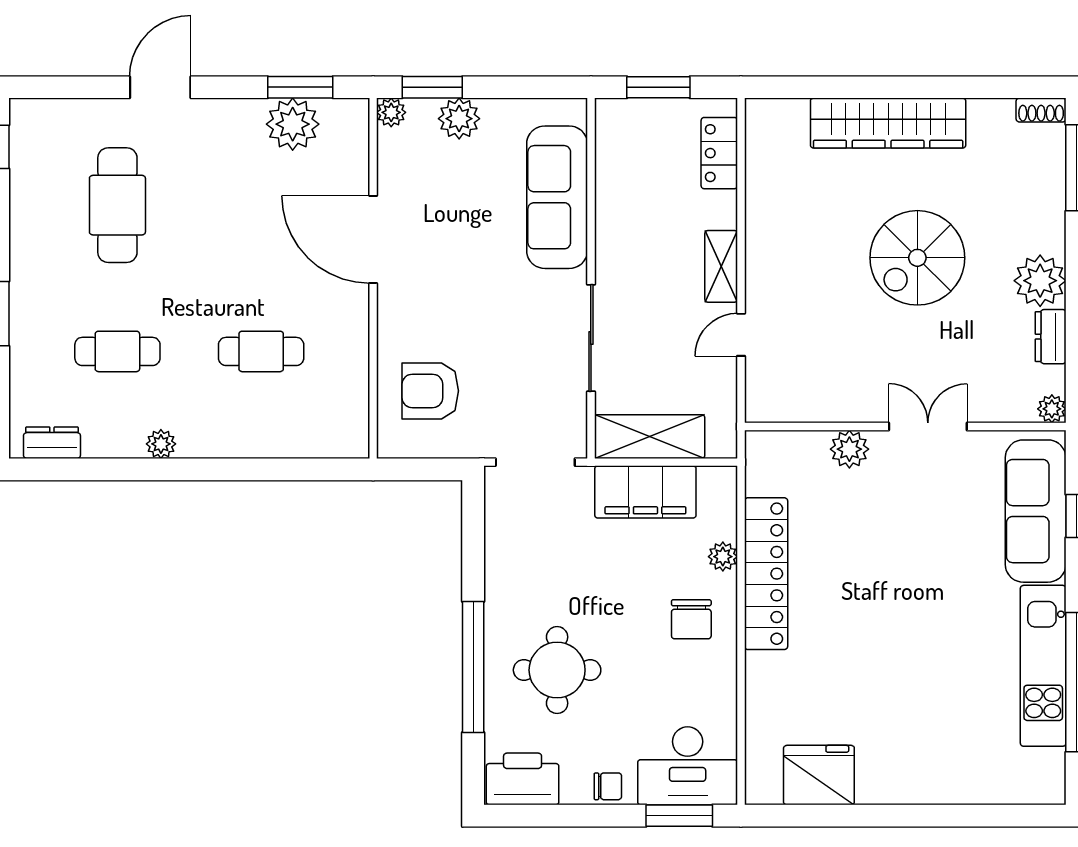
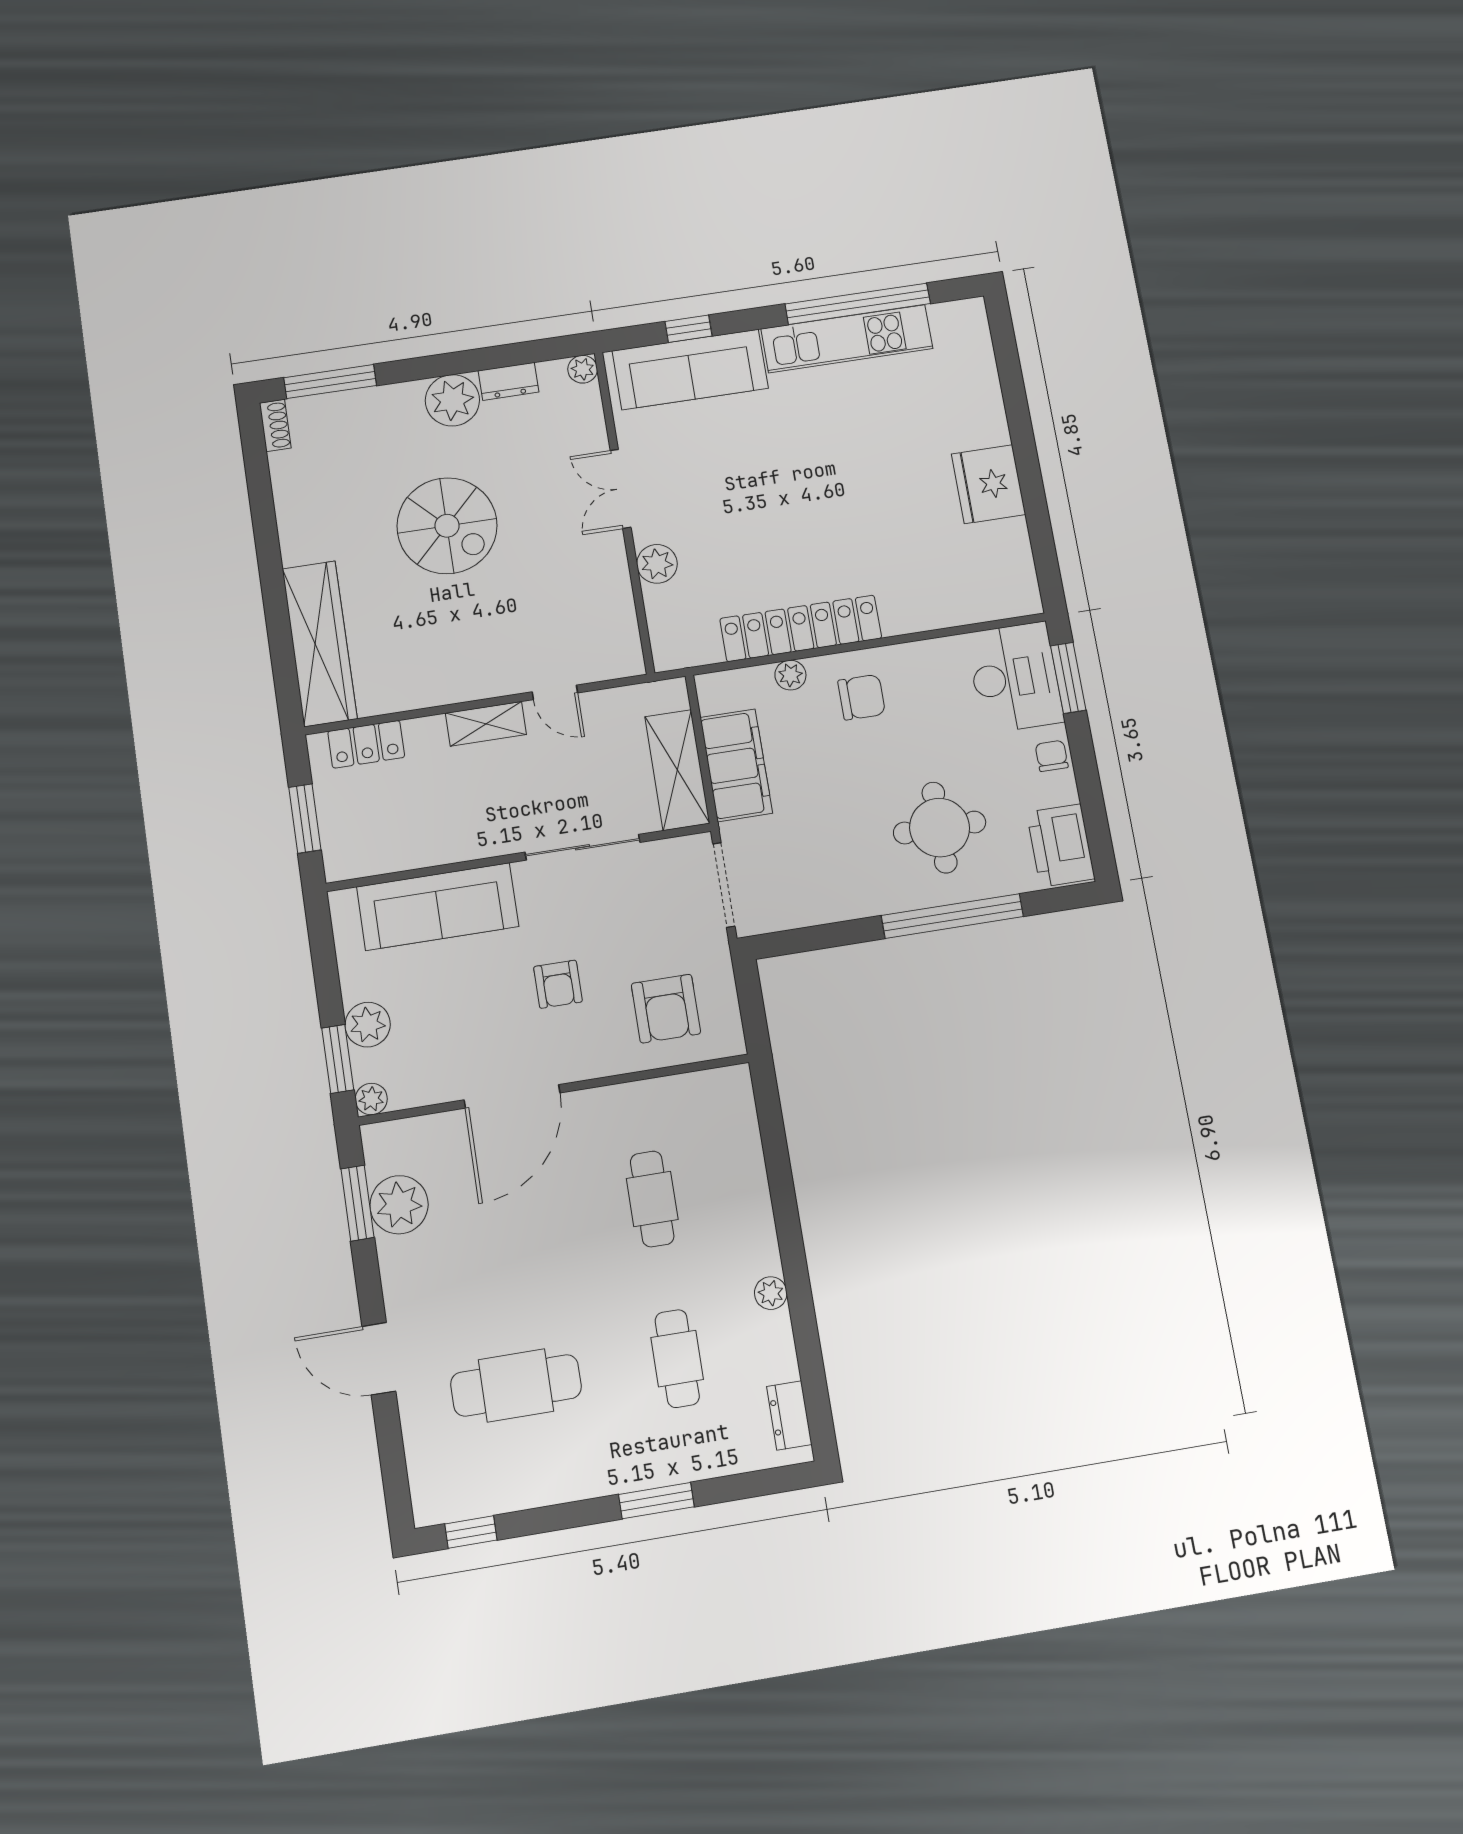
wardrobe: (888, 123) -> (320, 644), moved
armchair: (468, 296) -> (558, 984), added
fridge: (819, 775) -> (988, 484), moved

